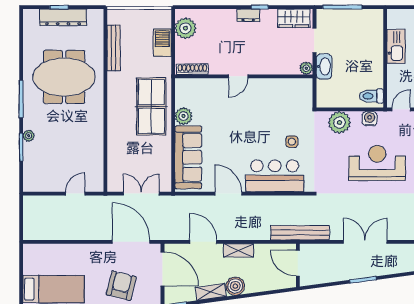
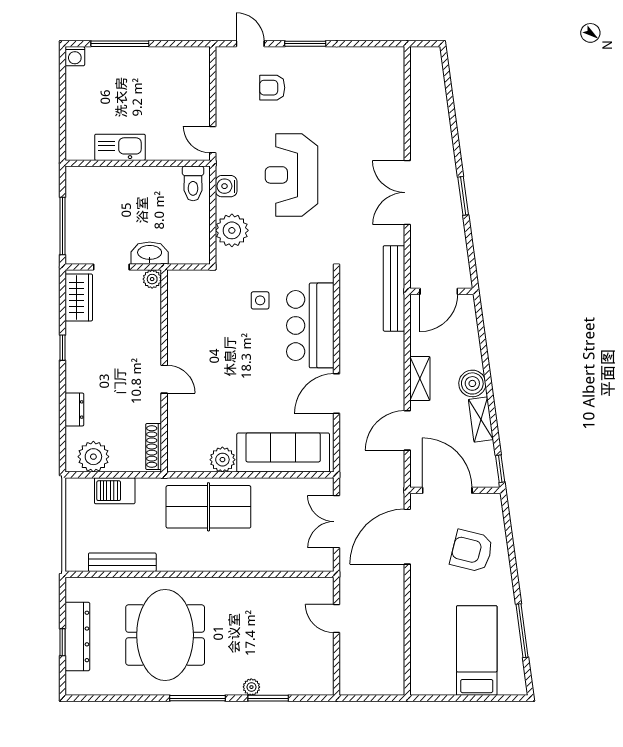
dresser: (248, 15) -> (74, 410), moved
door: (163, 269) -> (447, 490), hinge flipped

